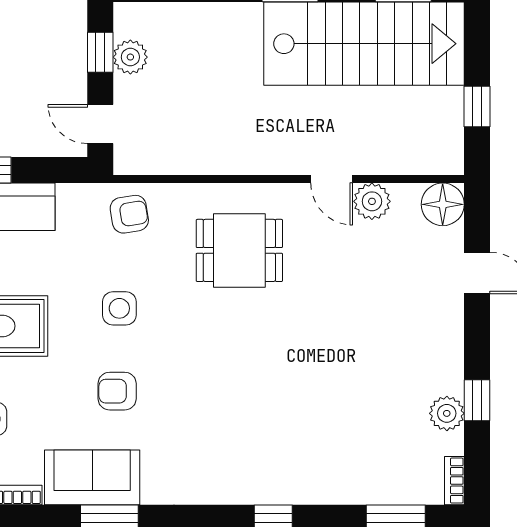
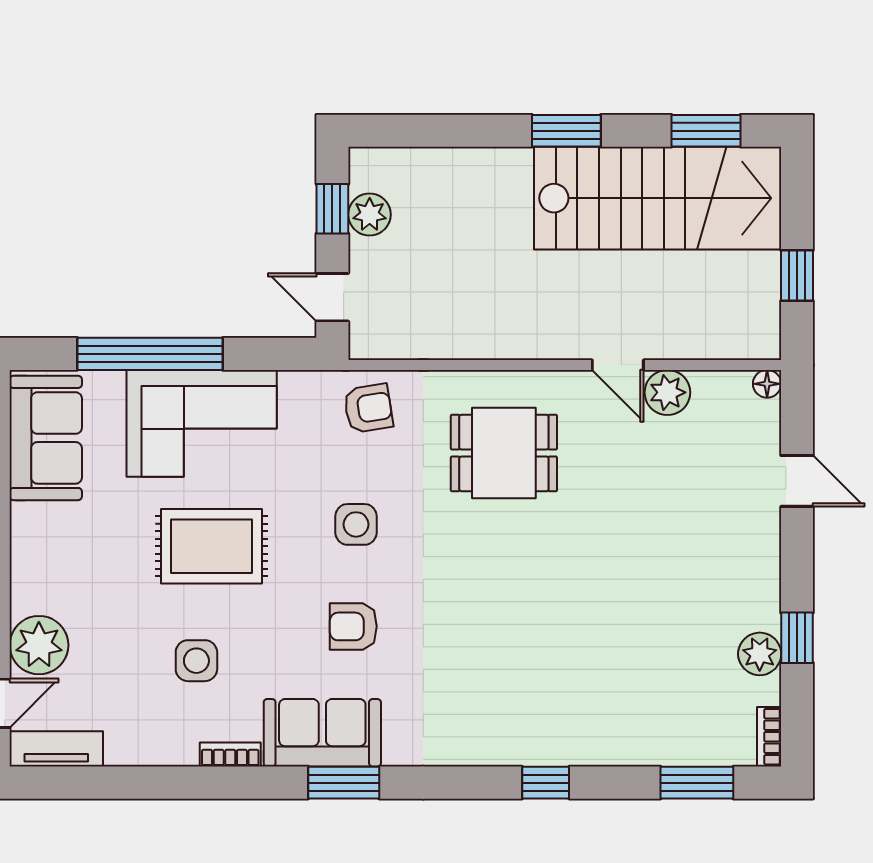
floor lamp: (443, 204) -> (767, 384), width x0.53, depth x0.53

